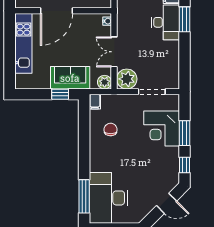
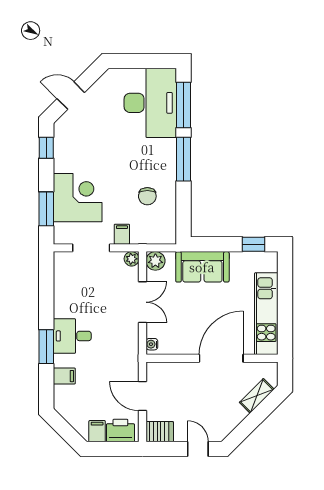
desk: (166, 22) -> (72, 336), width x0.73
plant: (127, 79) -> (132, 259), width x0.53, depth x0.53
window: (60, 94) -> (254, 244), moved
filing cabinet: (95, 102) -> (122, 234), moved
window: (185, 133) -> (46, 209), moved
window: (84, 157) -> (183, 159), added

